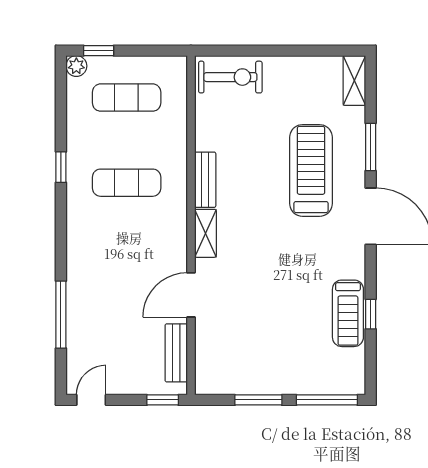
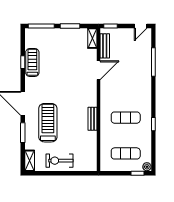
exercise bike: (230, 77) -> (60, 161), moved
treadmill: (311, 170) -> (48, 123), turned 180
shelving: (205, 233) -> (92, 38), moved

